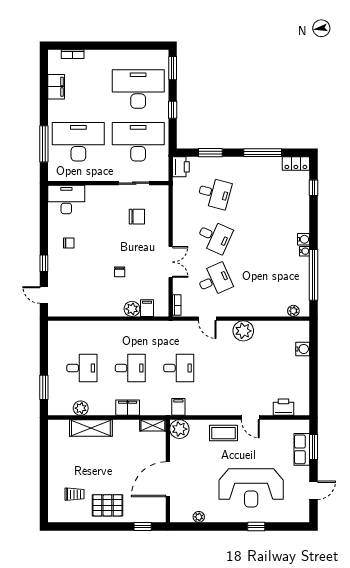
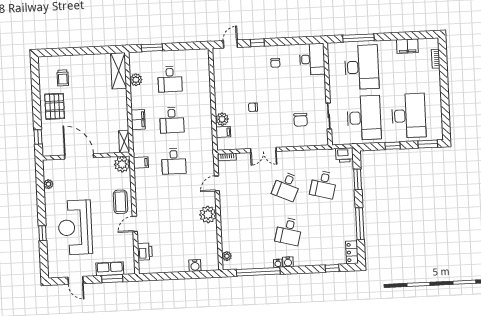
desk: (214, 280) -> (289, 231), moved, turned 39
shelving: (91, 428) -> (119, 71), moved

